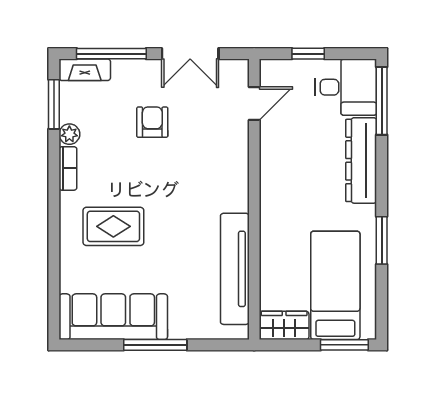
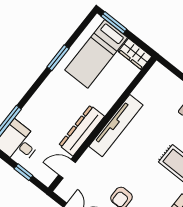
dresser: (361, 160) -> (82, 131), moved, turned 180
tv unit: (235, 269) -> (116, 126), moved

